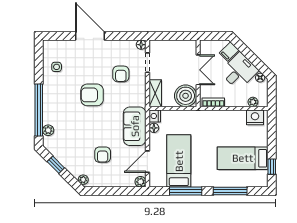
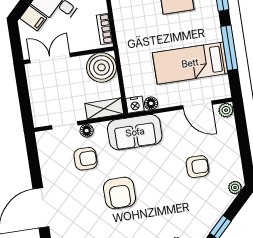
floor lamp: (141, 45) -> (87, 131), moved
double door: (198, 70) -> (50, 58), moved
sofa: (135, 126) -> (135, 132), moved

